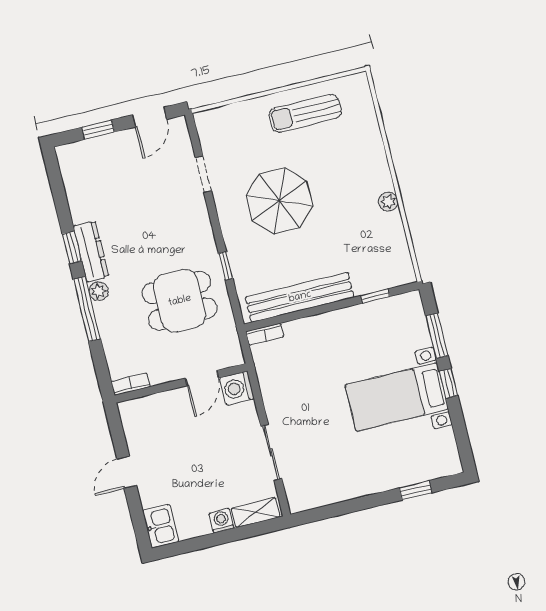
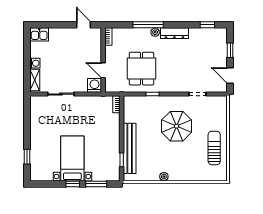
window: (72, 247) -> (207, 25), moved
bench: (300, 297) -> (130, 148), moved
door: (127, 472) -> (84, 25), moved

